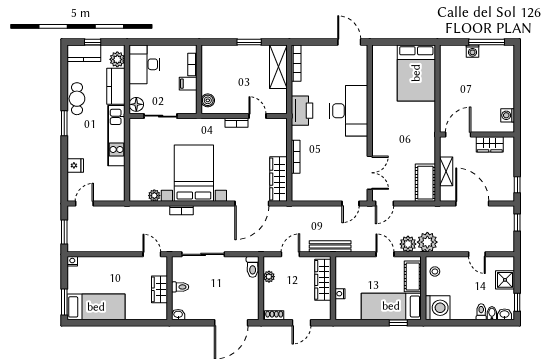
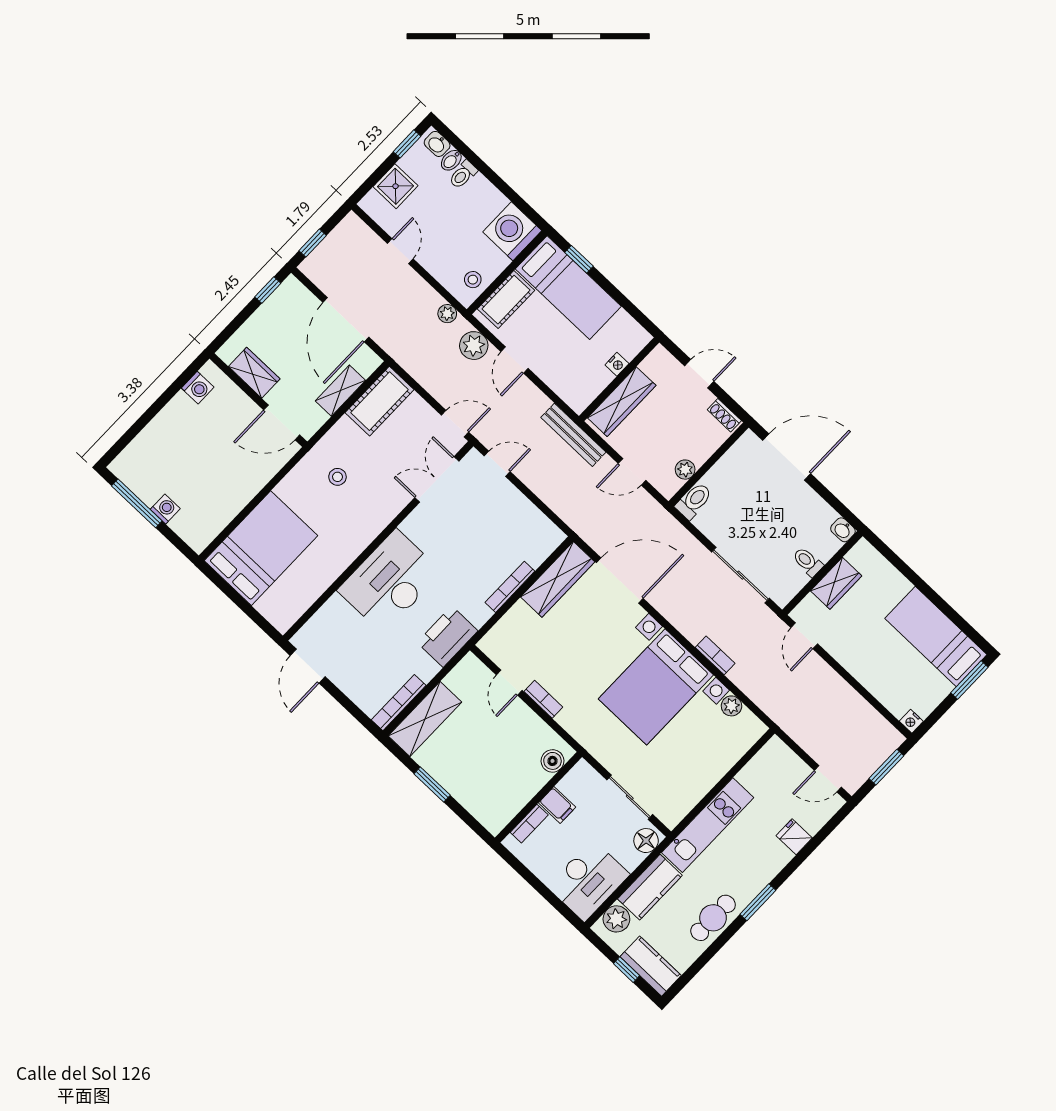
stool: (413, 134) -> (338, 477), added
plant: (427, 242) -> (447, 314), width x0.53, depth x0.53

